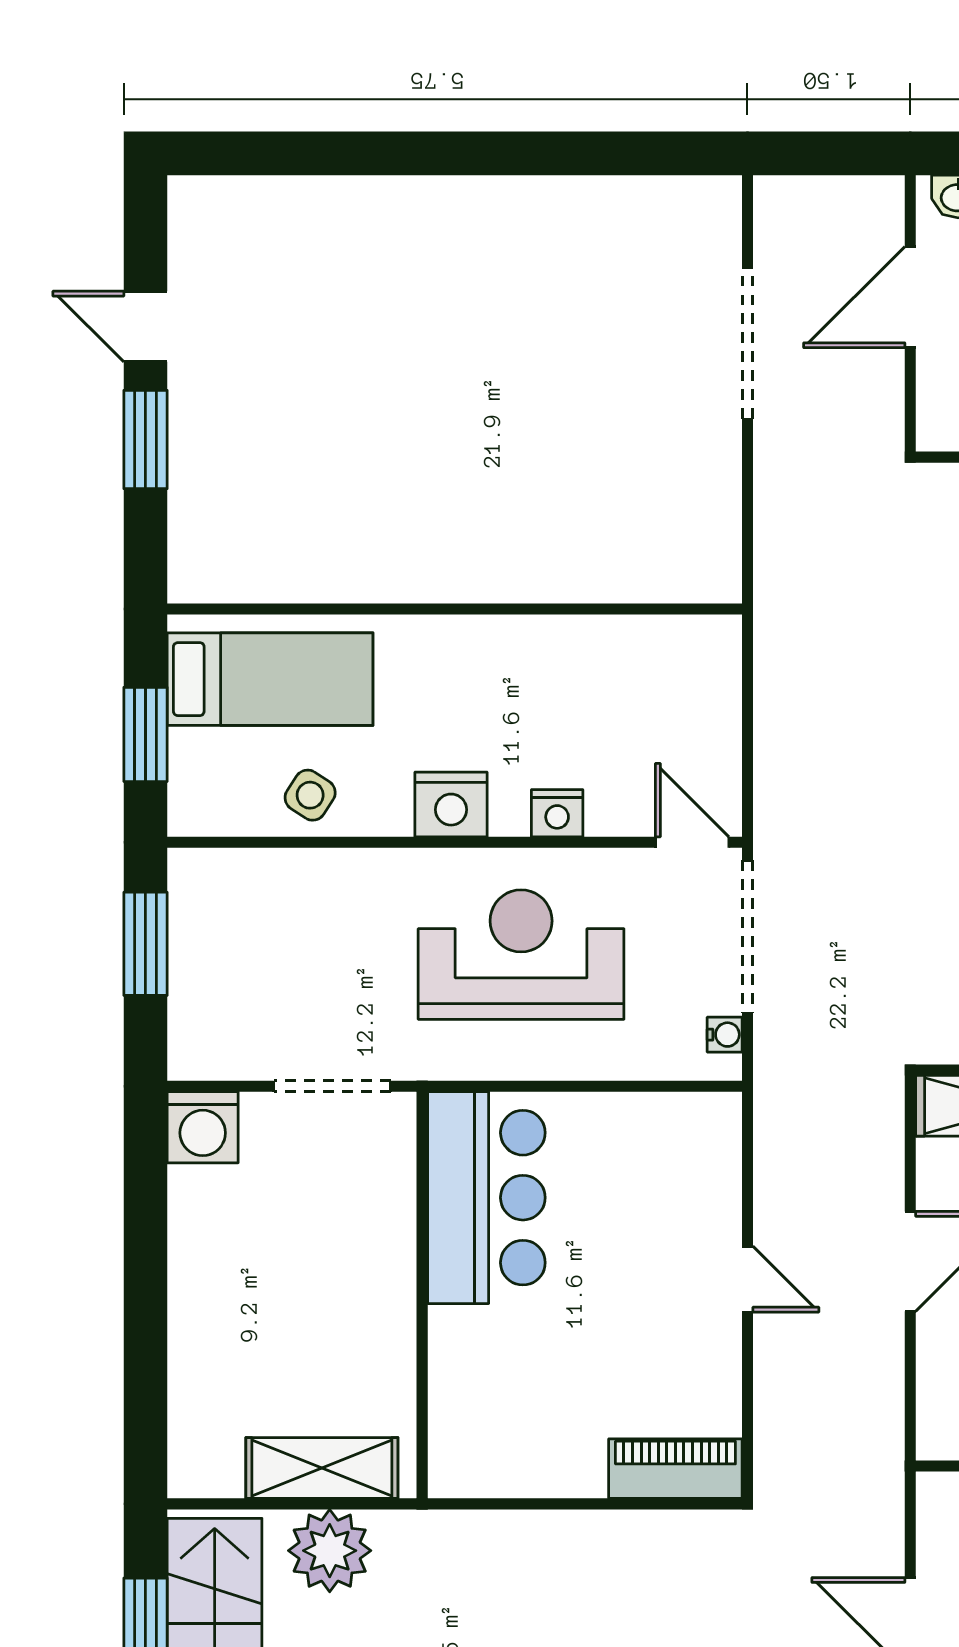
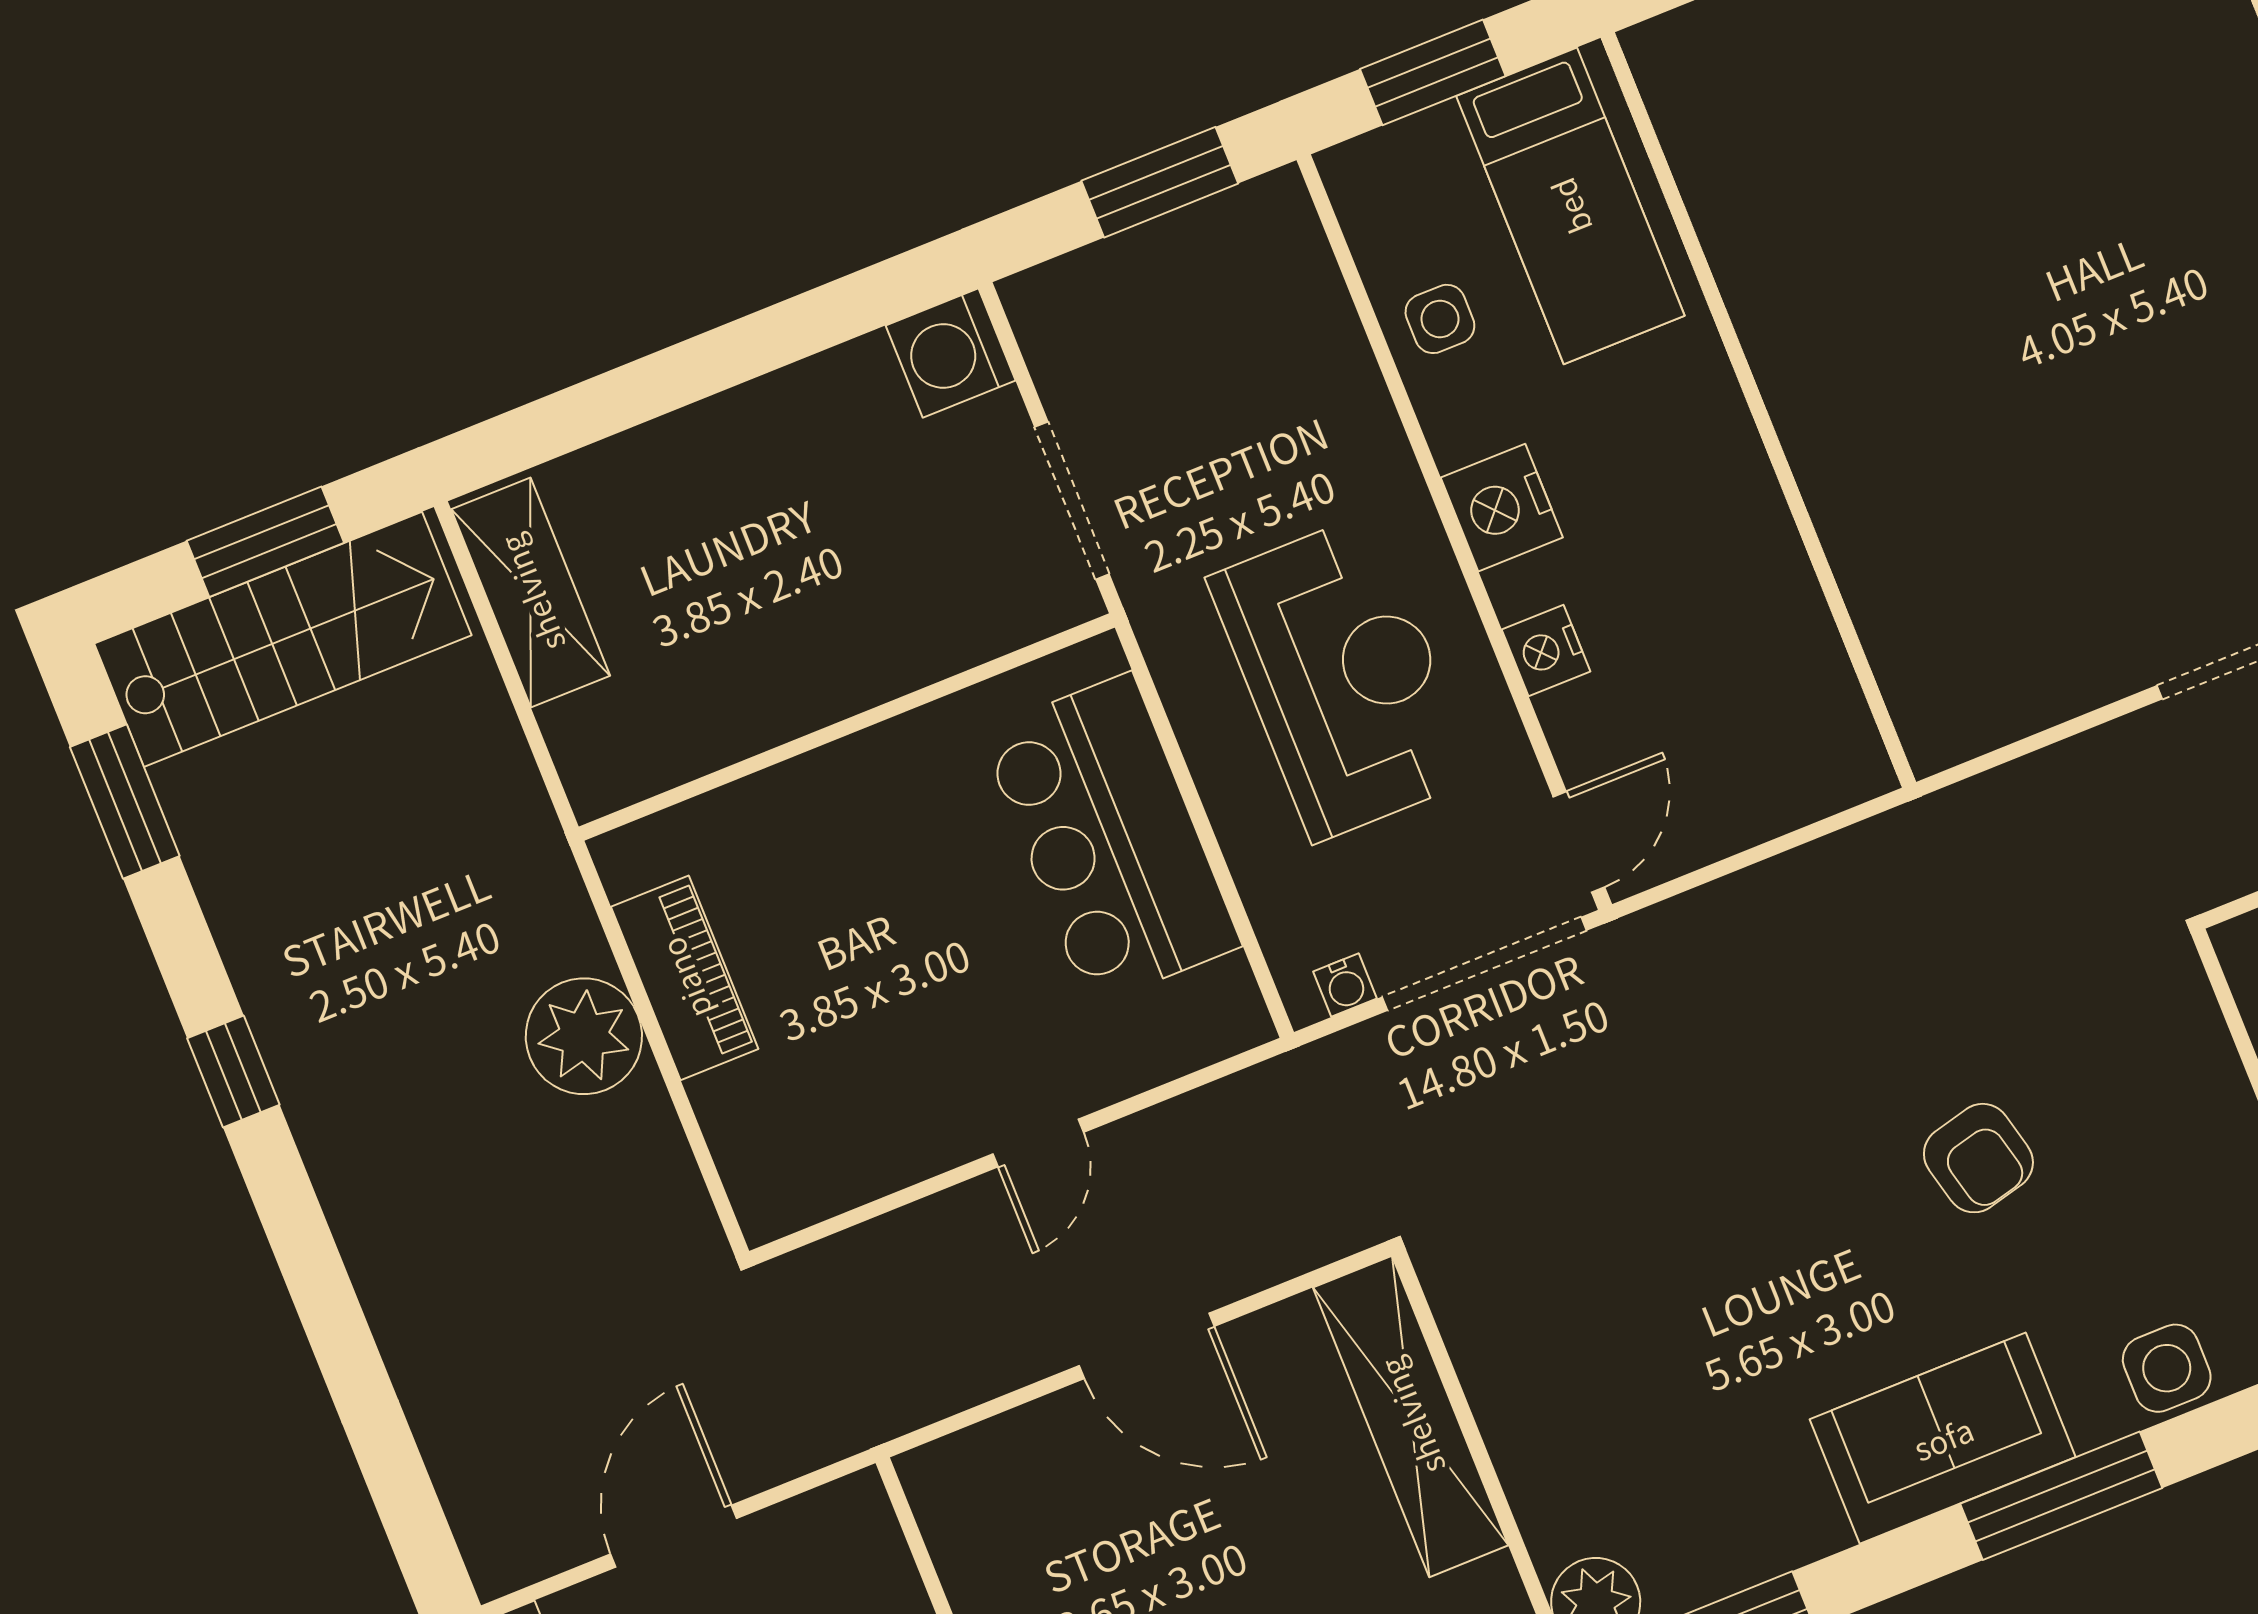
side table: (310, 795) -> (1440, 319), turned -33
bar counter: (486, 1198) -> (1111, 839), moved, turned 90
shelving: (322, 1468) -> (531, 593), moved
piano: (675, 1469) -> (685, 978), moved
plant: (330, 1551) -> (584, 1036), moved

